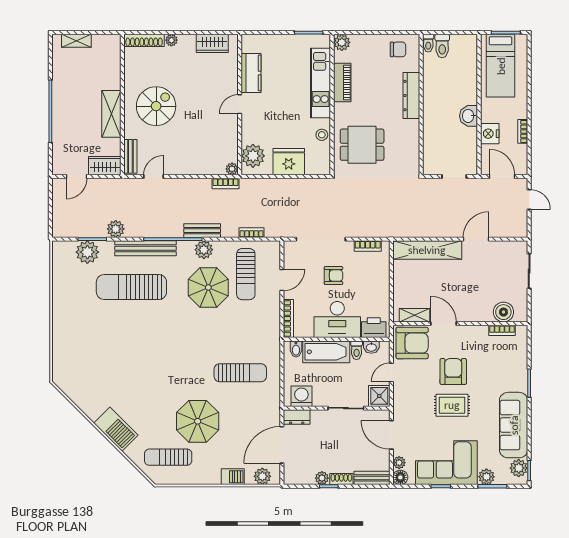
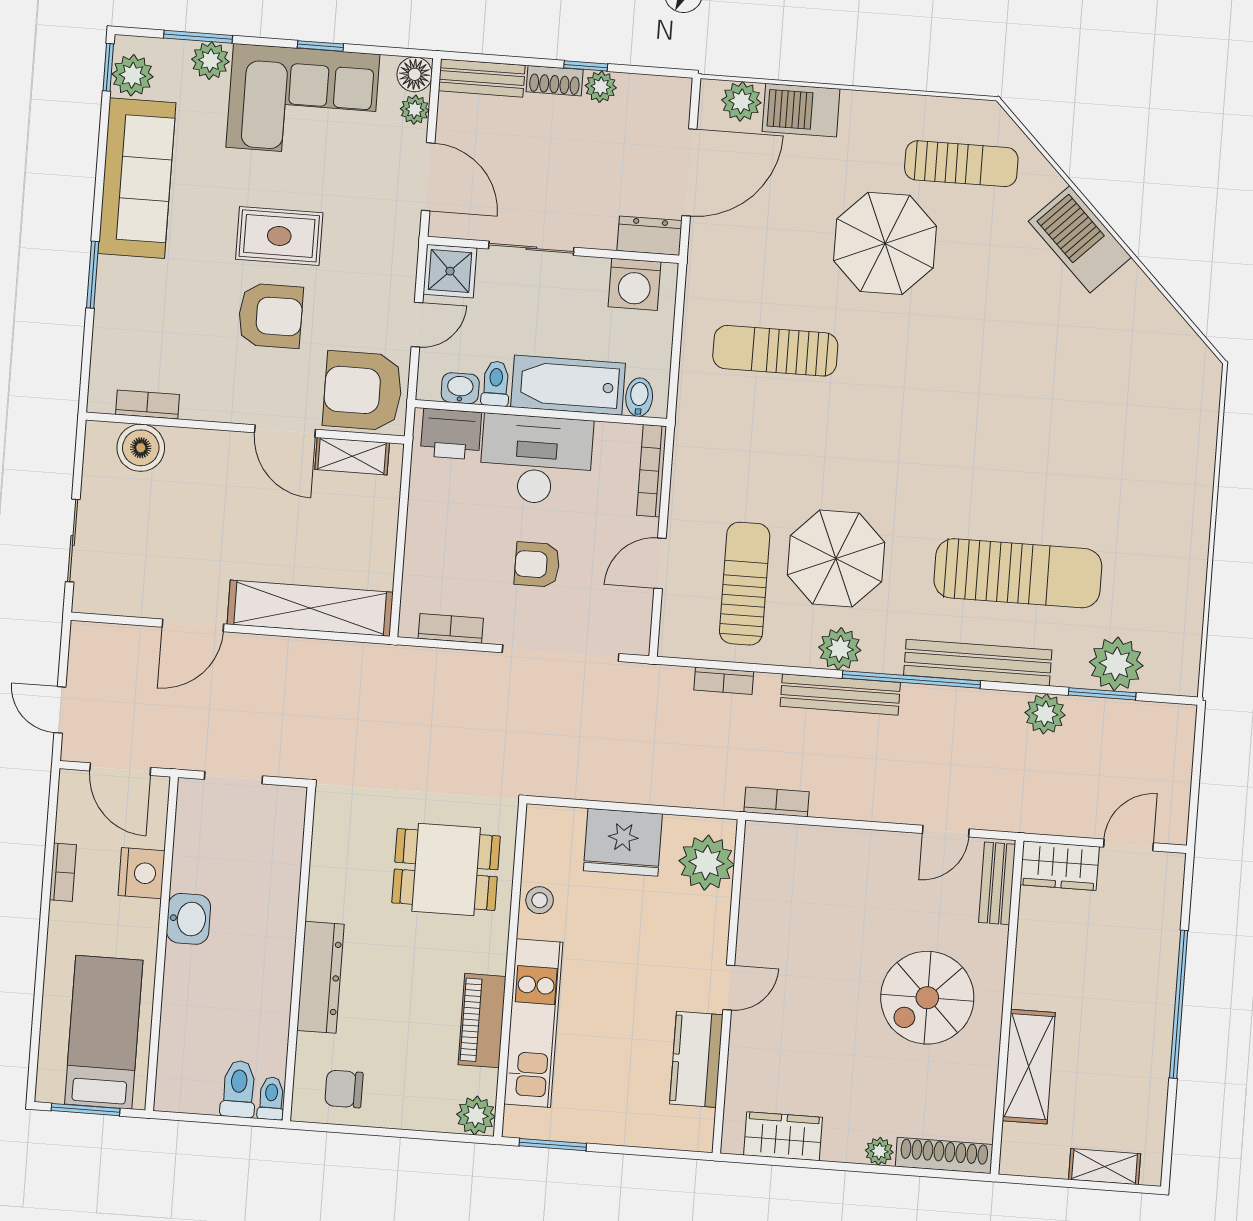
shelving: (111, 114) -> (1029, 1067), moved
plant: (232, 169) -> (759, 835), removed
bench: (202, 231) -> (840, 694), width x1.36
armchair: (453, 372) -> (270, 316), turned -90
barbecue: (233, 477) -> (801, 110), width x1.38, depth x1.27

